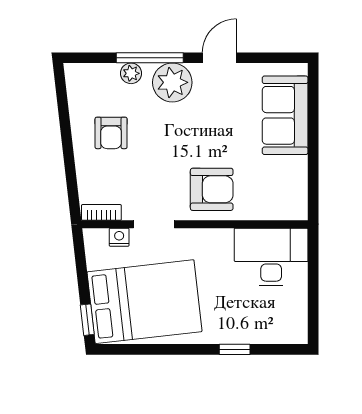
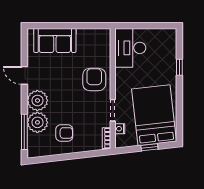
window: (150, 58) -> (24, 132), moved
plant: (131, 73) -> (37, 122), width x1.88, depth x1.88
window: (87, 320) -> (149, 147), moved

